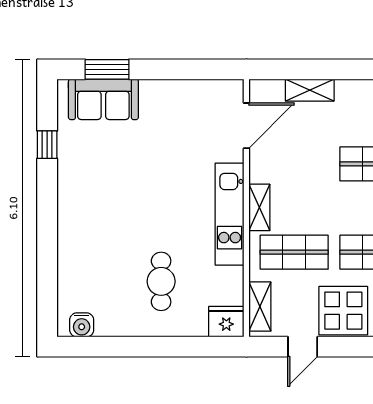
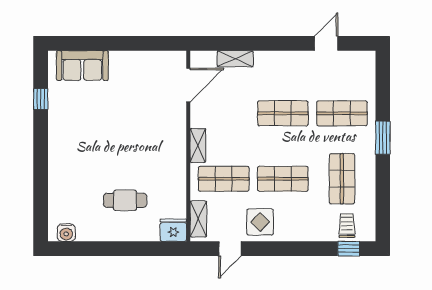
window: (107, 69) -> (85, 43), removed
kitchen unit: (230, 214) -> (176, 151), removed
cafe table: (161, 281) -> (125, 200), turned 90
display table: (343, 311) -> (260, 222), width x0.73, depth x0.73

